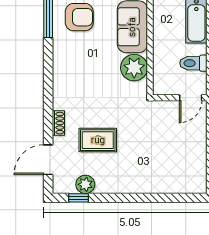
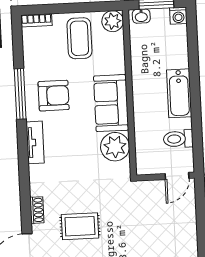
tv unit: (60, 60) -> (35, 142), added

